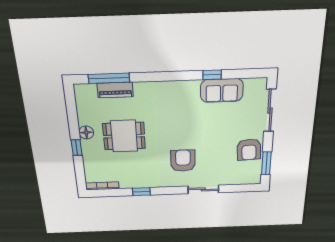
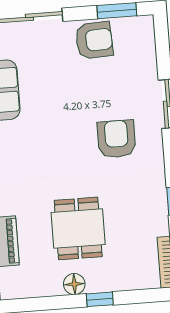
armchair: (183, 161) -> (117, 139), turned 90

